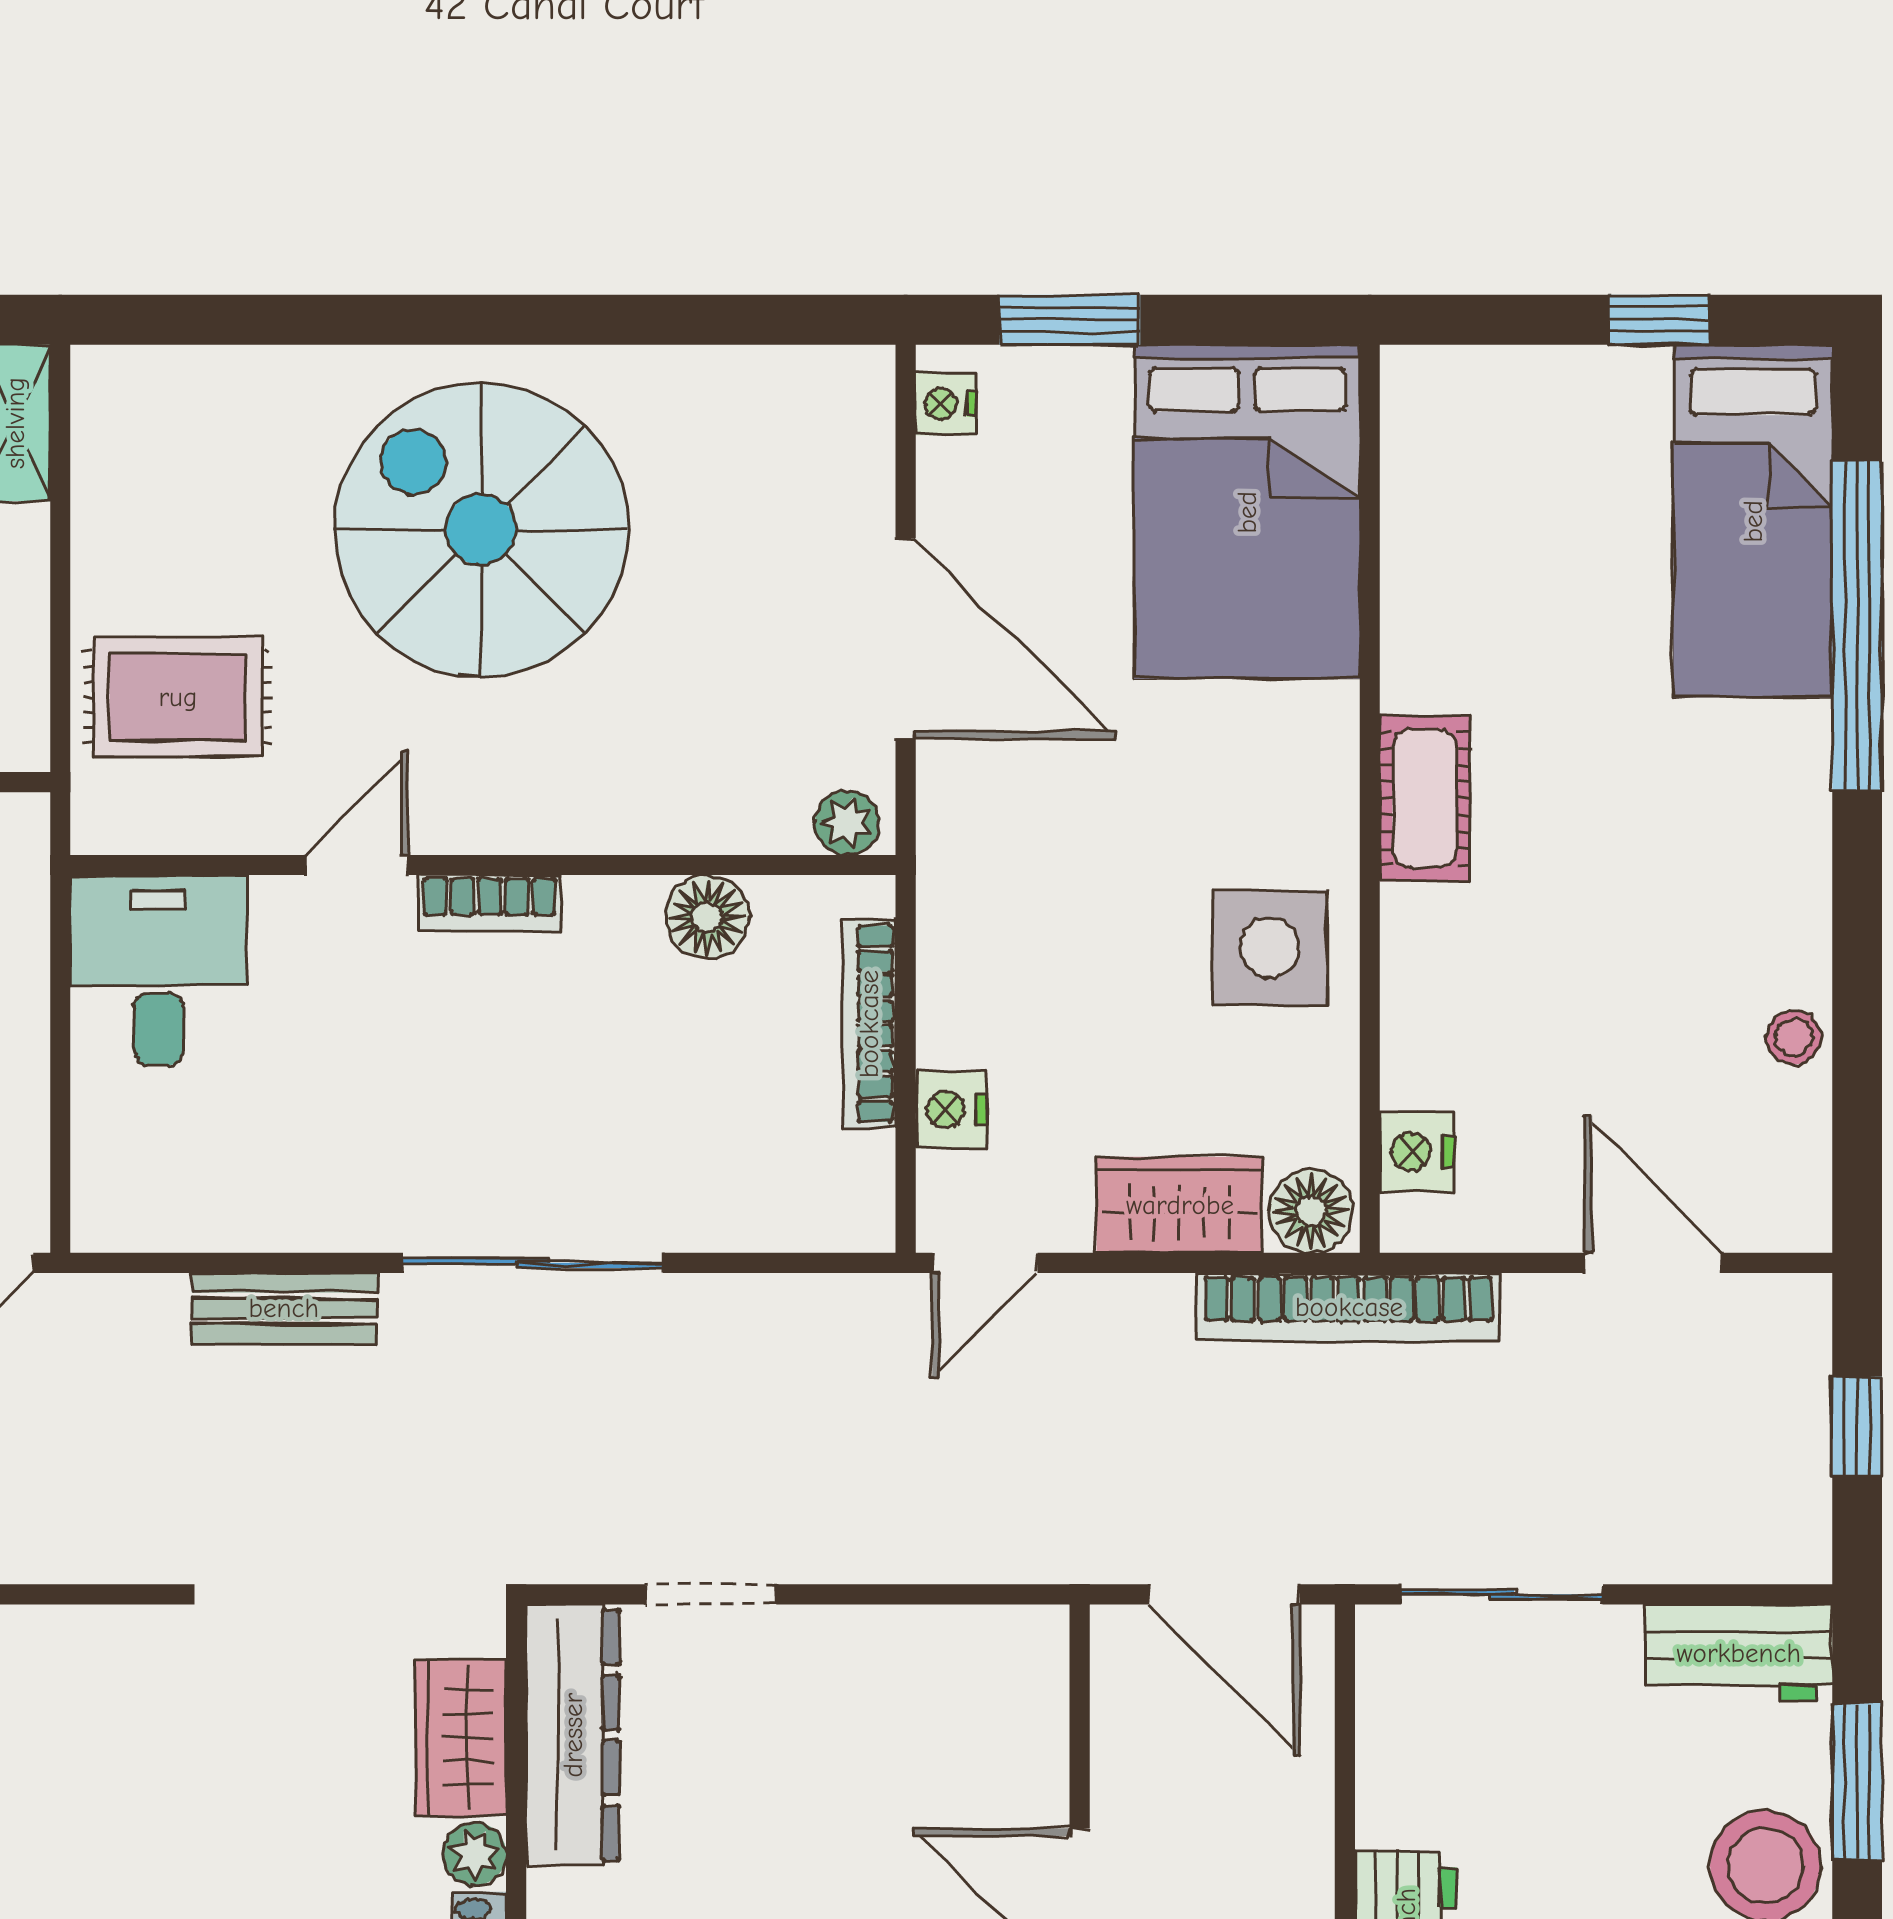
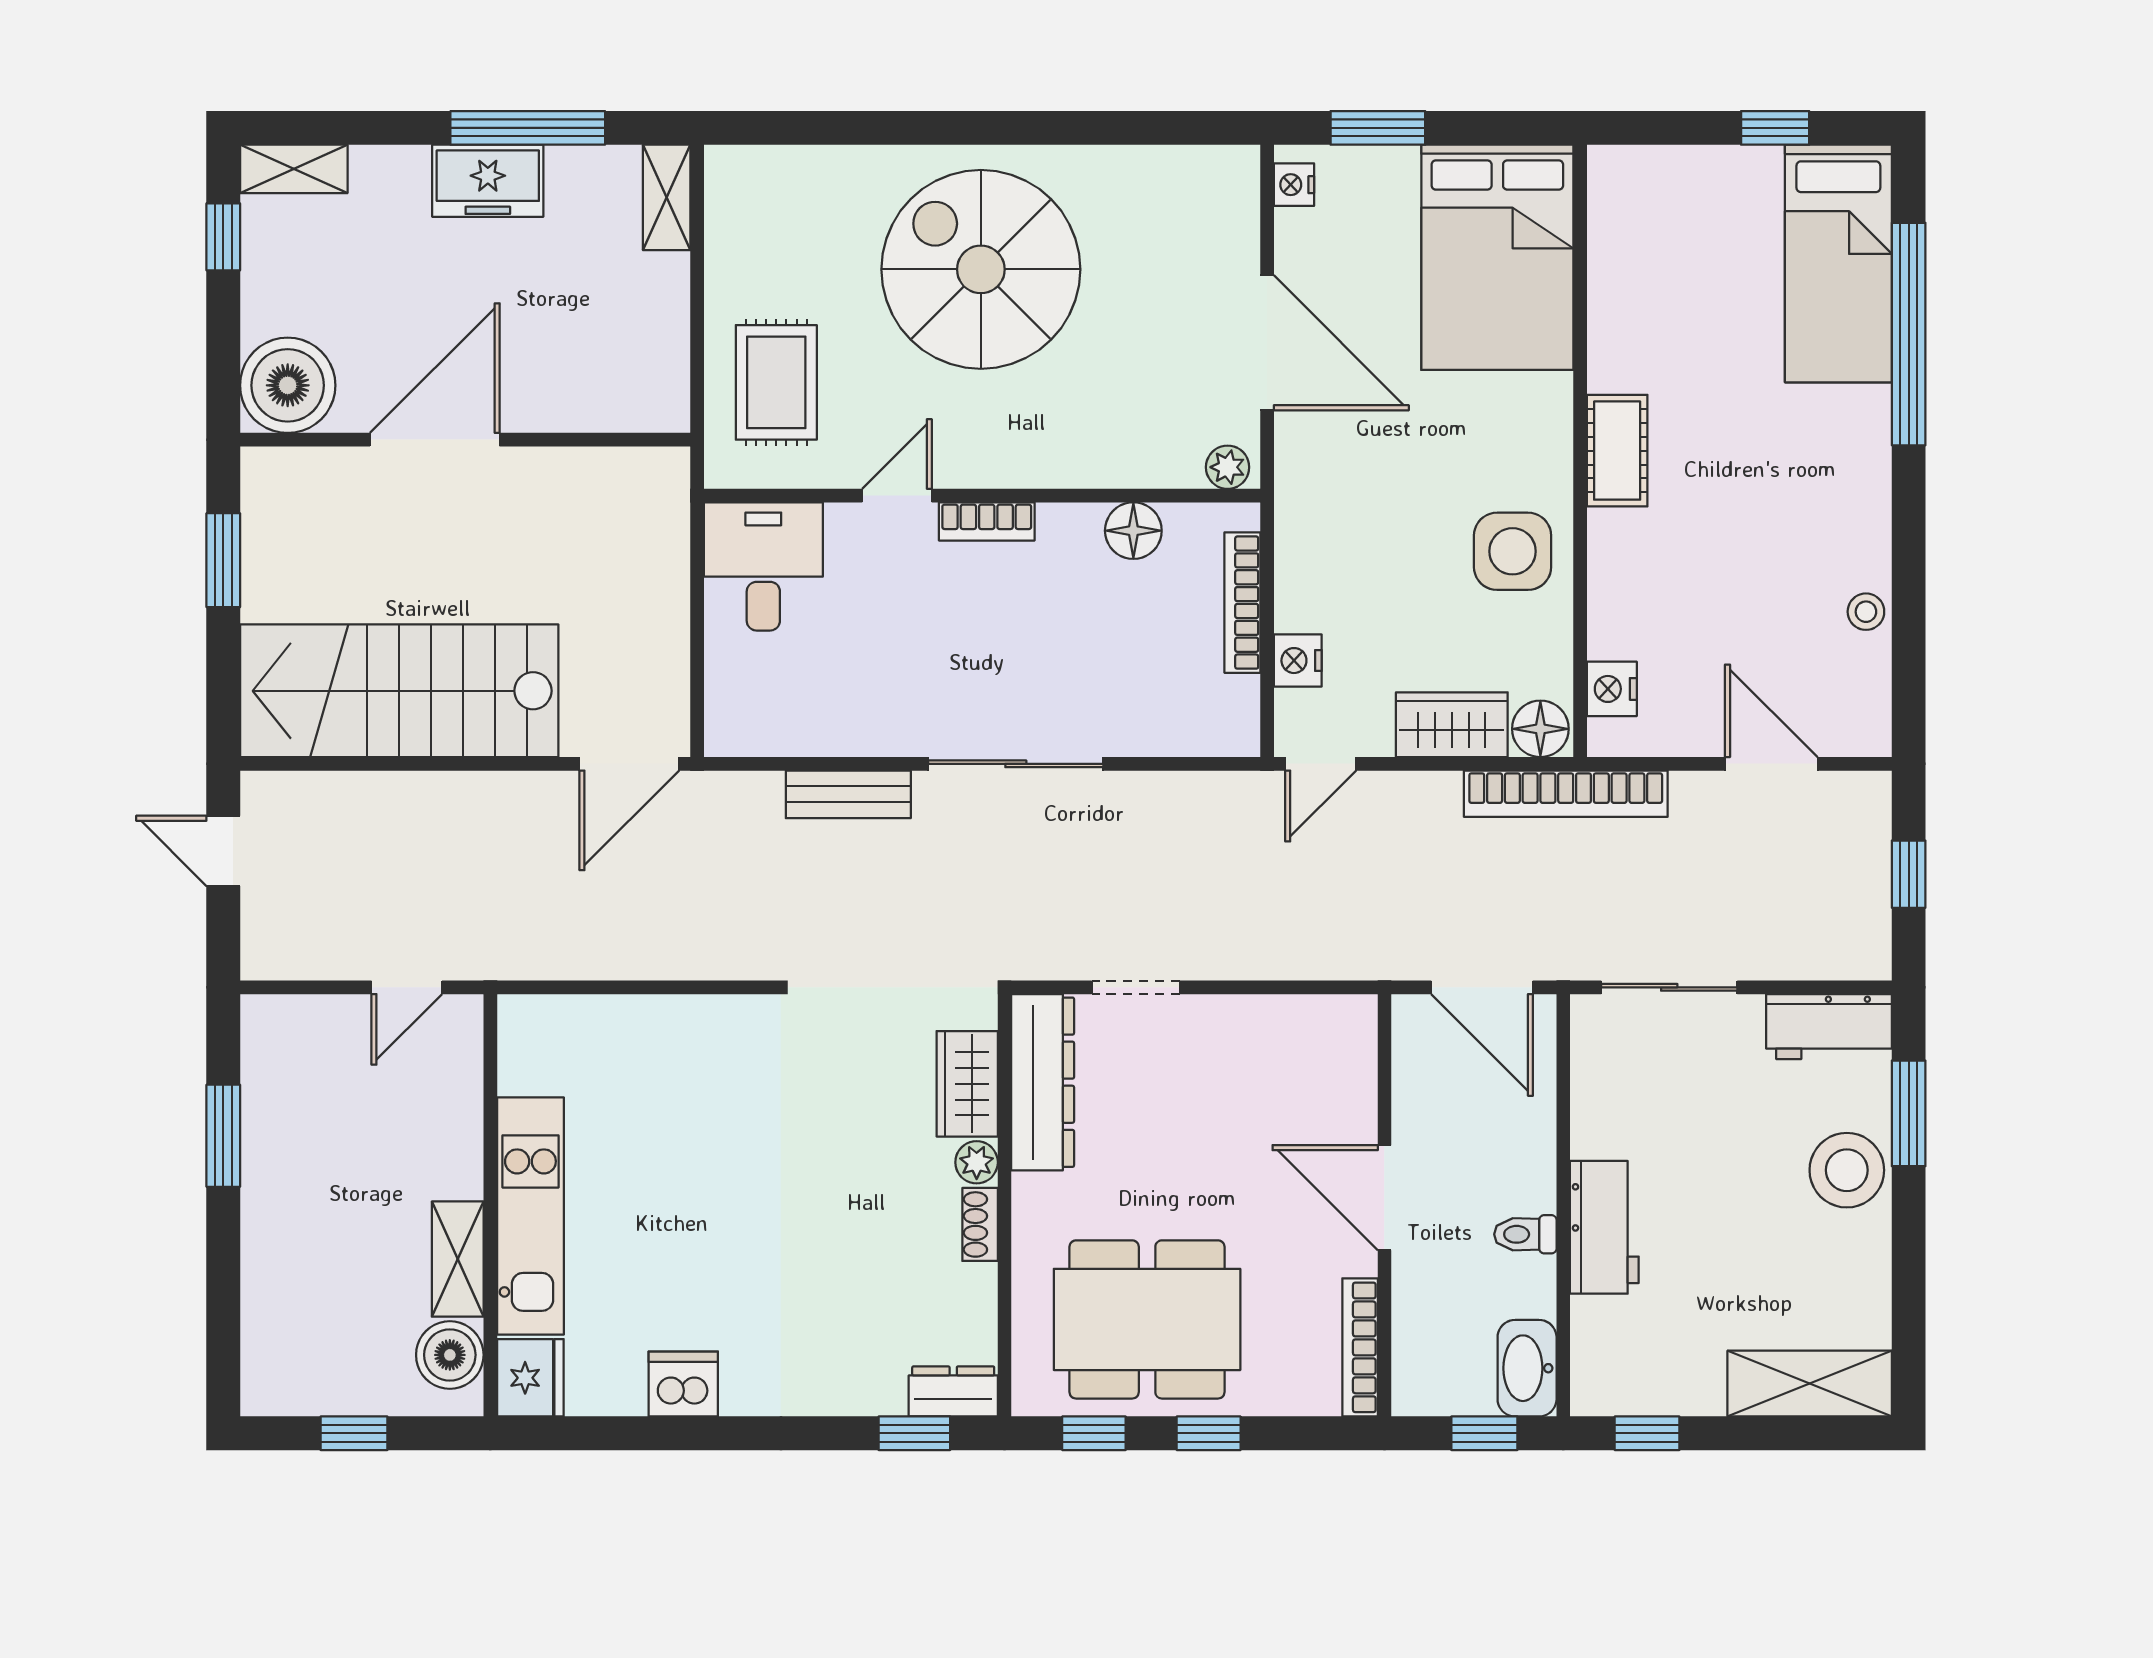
rug: (178, 697) -> (776, 382), turned 90

